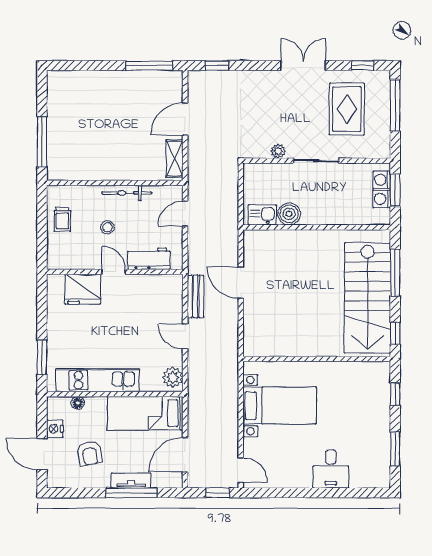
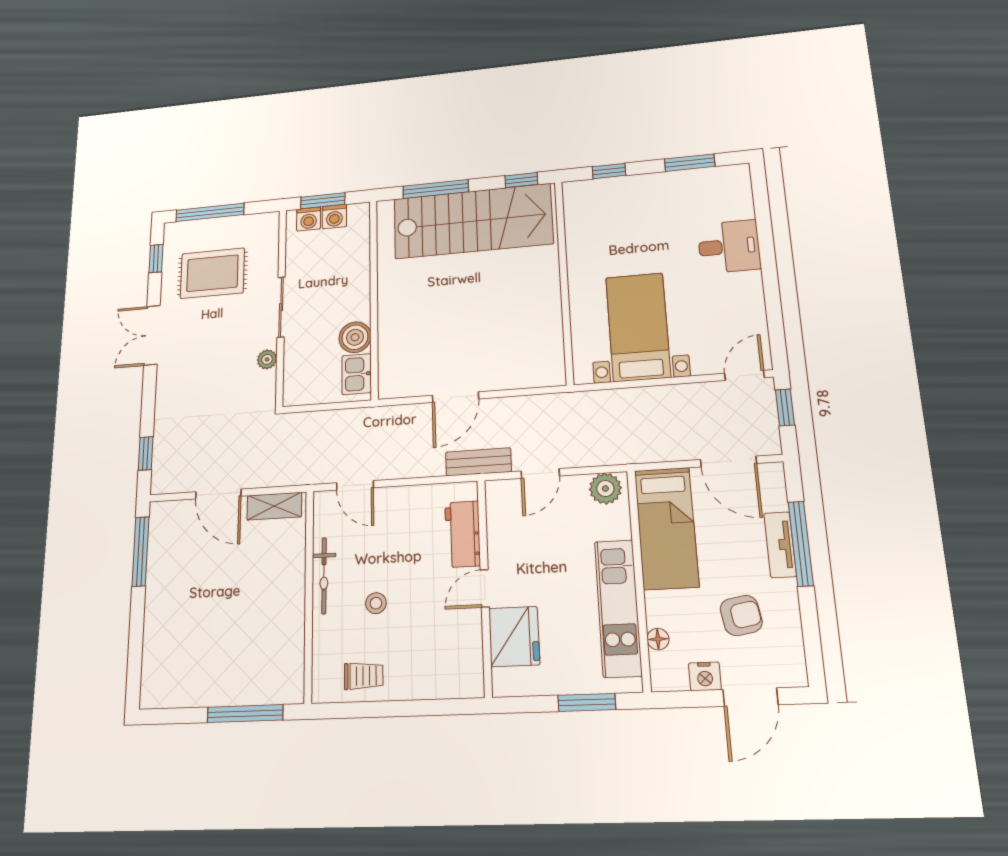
workbench: (149, 259) -> (463, 534), moved
door: (113, 272) -> (485, 588), moved
wall: (115, 272) -> (485, 586), moved
fridge: (83, 289) -> (514, 637), moved

